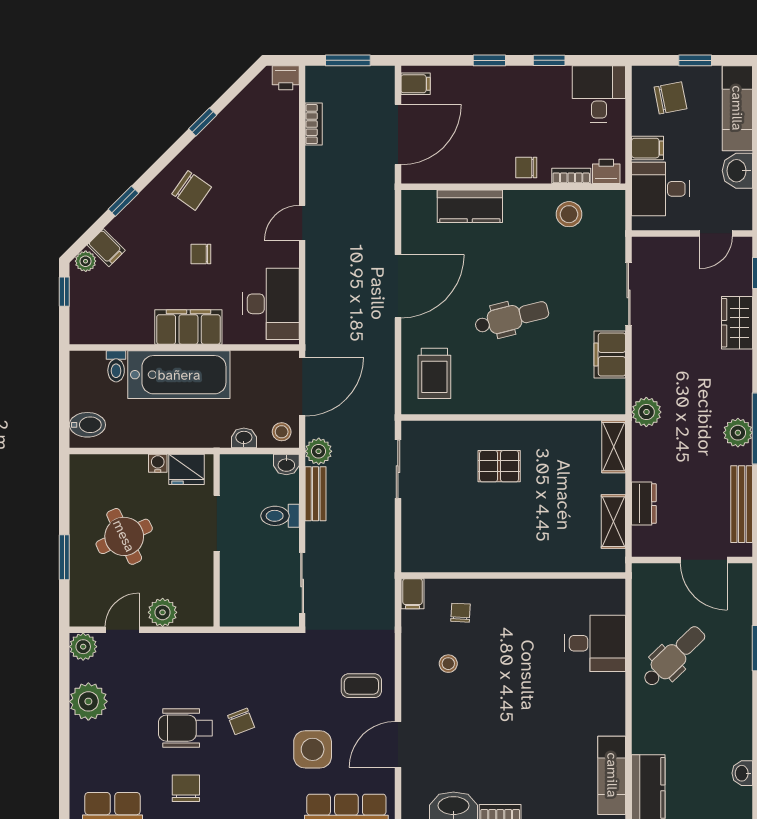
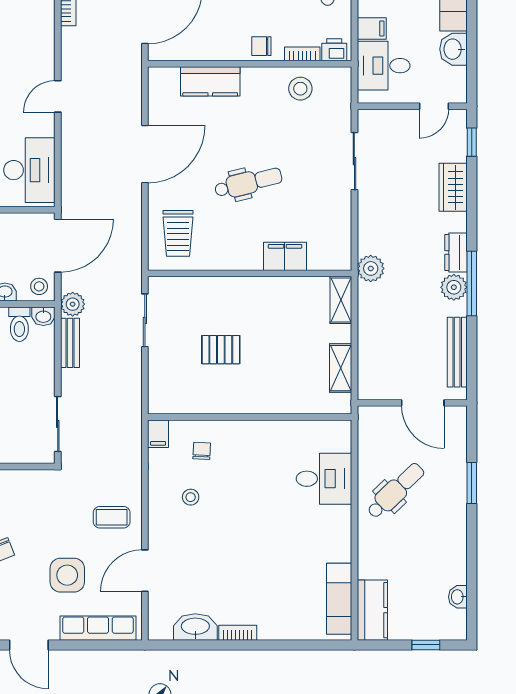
filing cabinet: (610, 354) -> (285, 256), moved, turned 90
pallet: (499, 466) -> (221, 350), moved
dresser: (644, 504) -> (456, 252), moved, turned 180
toilet: (280, 516) -> (19, 324), moved, turned -90

